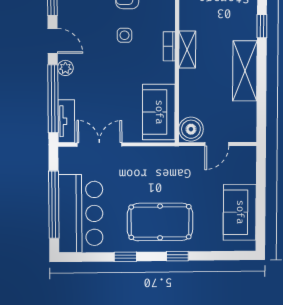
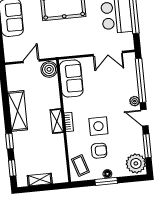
side table: (124, 35) -> (98, 126), width x1.87, depth x1.87
tv unit: (66, 121) -> (131, 67), removed

